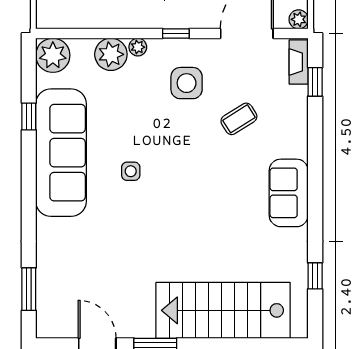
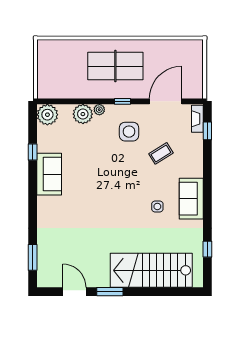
plant: (299, 19) -> (197, 93), removed
sofa: (61, 153) -> (49, 174), width x0.54, depth x0.79
side table: (131, 171) -> (157, 206), moved

